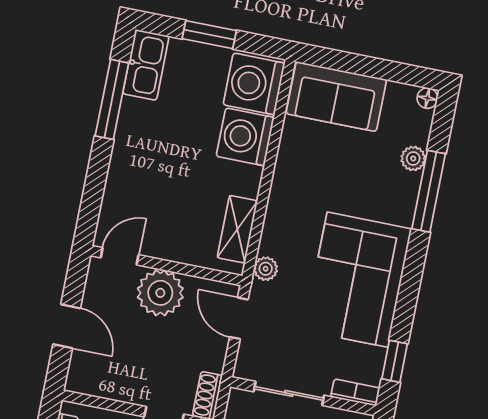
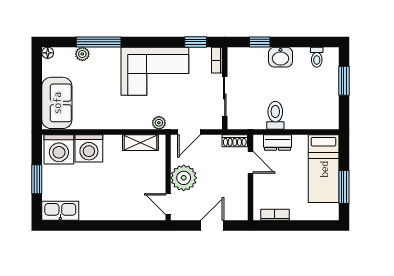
window: (112, 99) -> (83, 226), removed

